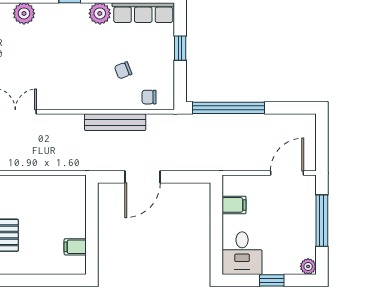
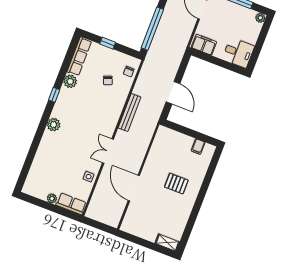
bench: (115, 122) -> (130, 113), moved
filing cabinet: (234, 205) -> (204, 45), width x2.00
window: (272, 280) -> (260, 42), removed

